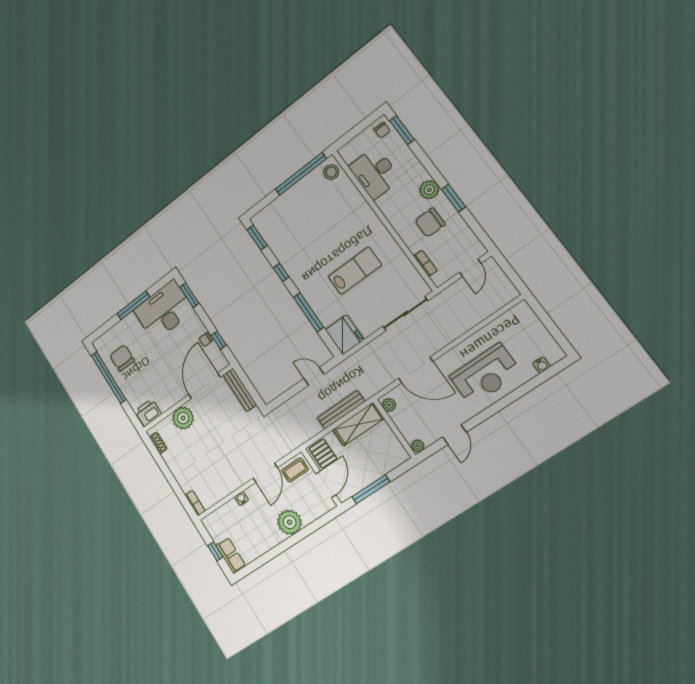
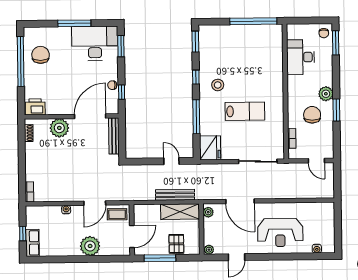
stool: (331, 172) -> (218, 85), moved
chair: (430, 223) -> (312, 115), turned 90
door: (470, 268) -> (316, 161), hinge flipped
pallet: (323, 454) -> (176, 244), moved

